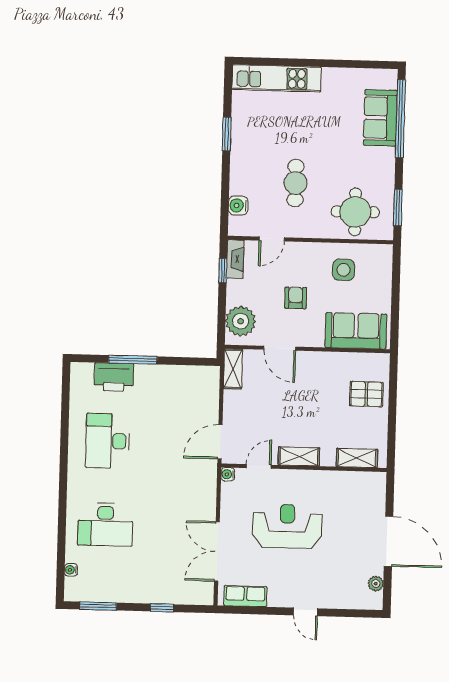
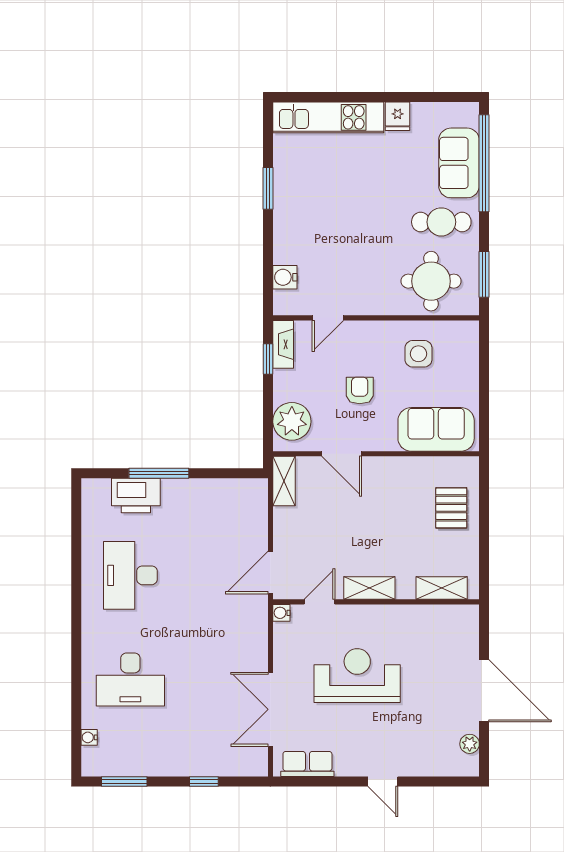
fridge: (332, 79) -> (398, 116), added
cafe table: (296, 183) -> (441, 222), moved, turned 90
pallet: (366, 394) -> (451, 508), turned 90

